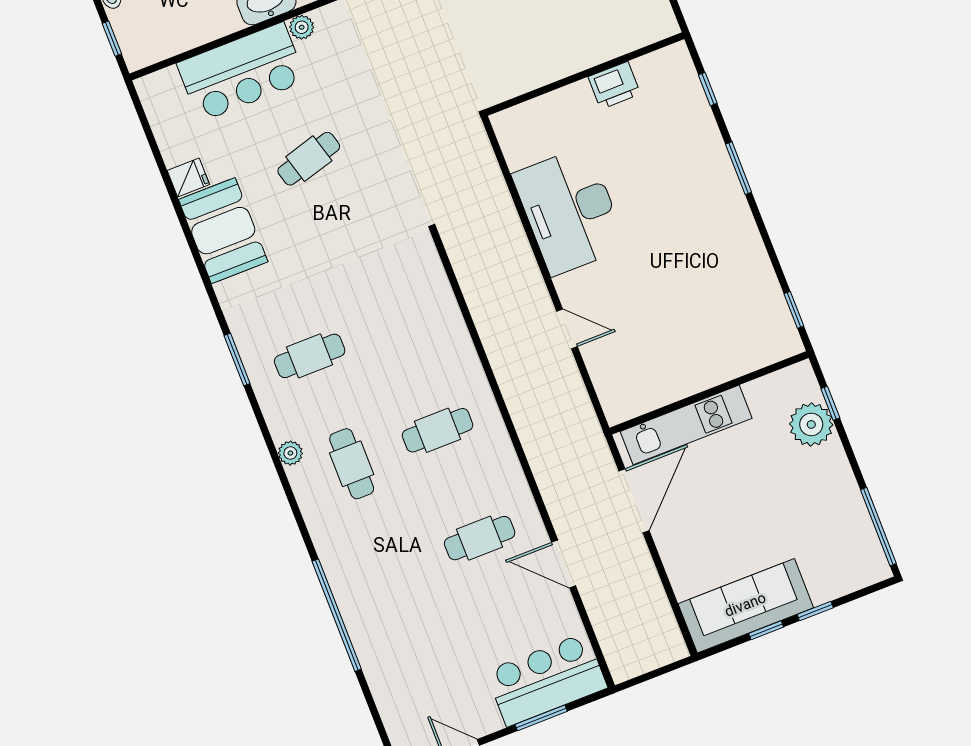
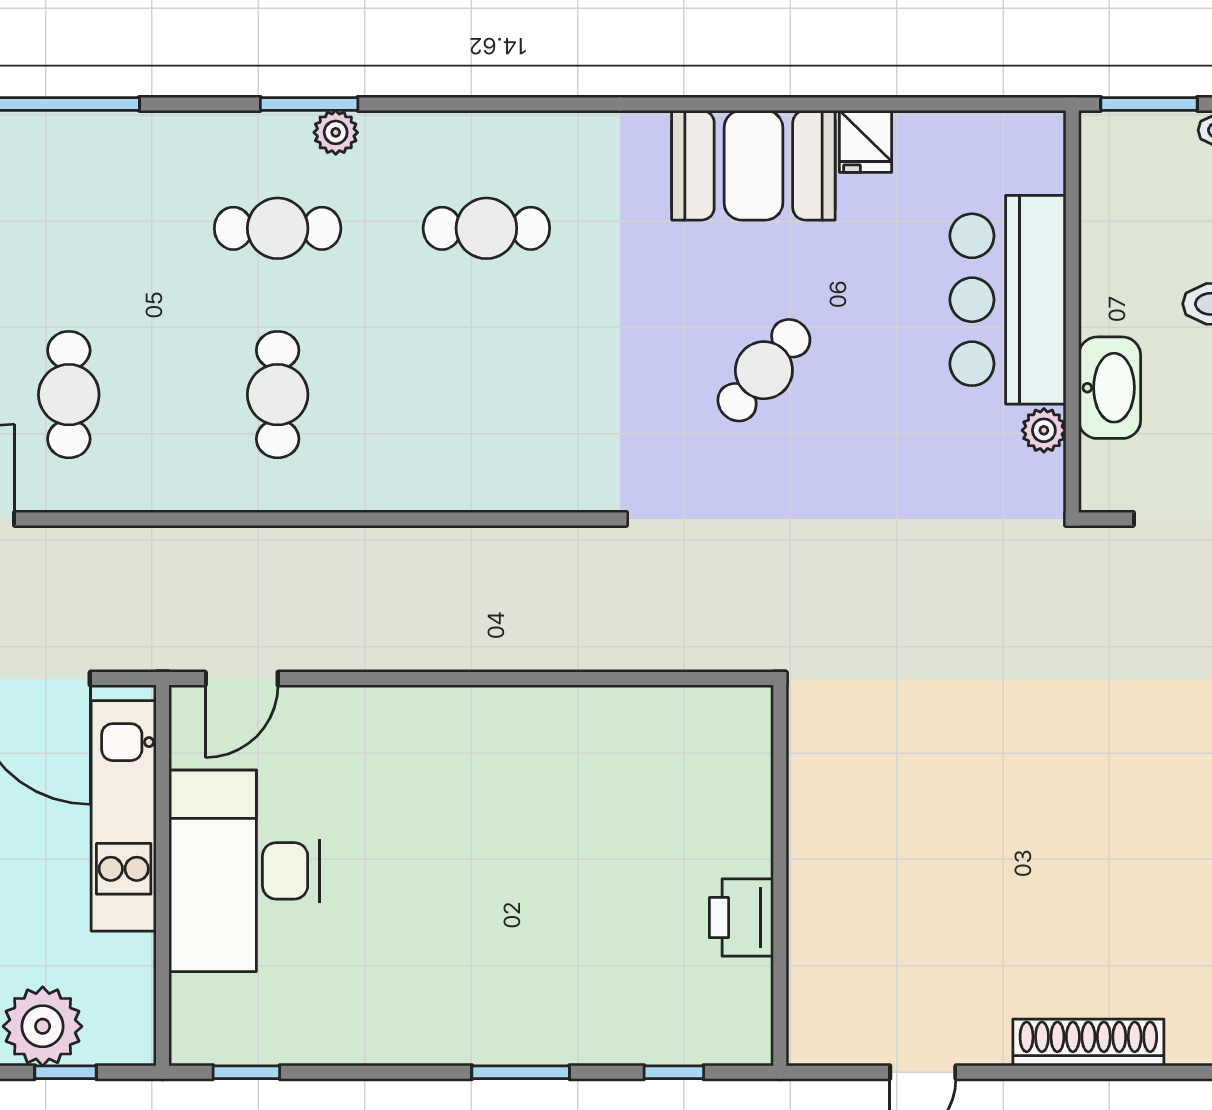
window: (112, 39) -> (1149, 104), width x1.50
cafe table: (309, 159) -> (764, 370), moved, turned 56
desk: (570, 211) -> (244, 871), moved, turned -90
door: (567, 329) -> (242, 679), moved
cafe table: (310, 356) -> (486, 228), turned 90
window: (237, 359) -> (309, 104), moved

